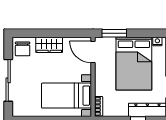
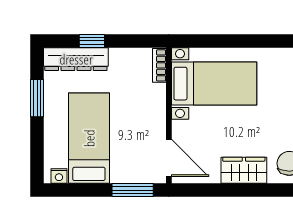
bed: (134, 64) -> (89, 138), width x0.67

